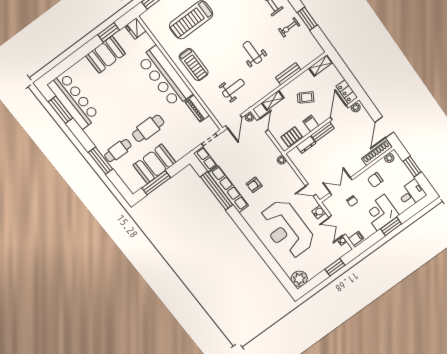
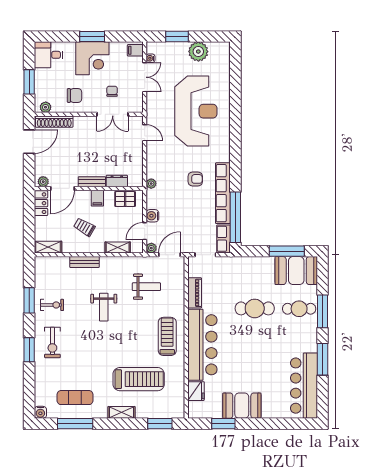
fridge: (136, 29) -> (196, 391), moved
weight bench: (233, 88) -> (146, 287), turned 180
window: (61, 110) -> (323, 359), moved
booth: (154, 164) -> (296, 271), moved
window: (217, 191) -> (235, 217), moved
water cooler: (319, 212) -> (152, 216), moved
plant: (299, 279) -> (198, 52), moved

